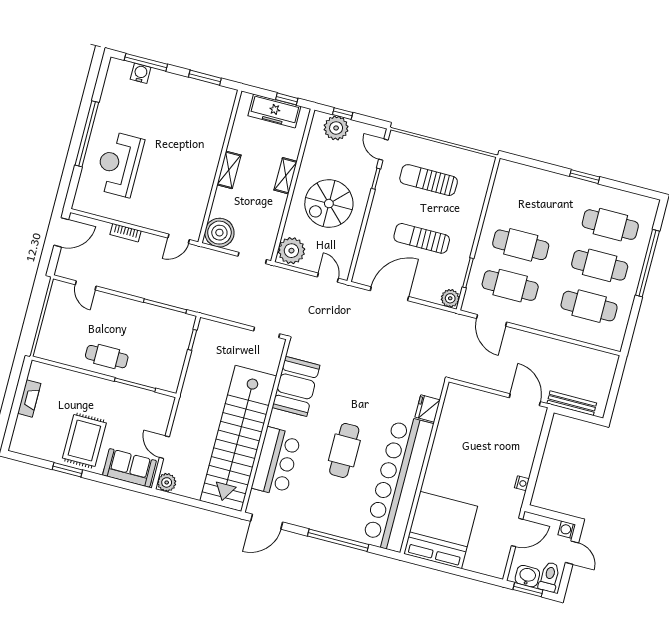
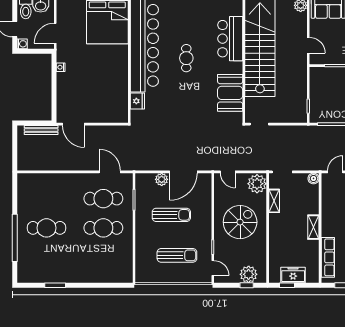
freezer: (274, 111) -> (293, 275), width x0.71
row of seats: (220, 123) -> (328, 257), added
shelving: (286, 176) -> (274, 201), moved
window: (585, 177) -> (55, 285), moved
cafe table: (610, 225) -> (46, 257), removed
boiler: (219, 233) -> (314, 178), width x0.54, depth x0.54
plant: (450, 298) -> (162, 179), moved
cafe table: (589, 306) -> (46, 199), removed
door: (164, 447) -> (308, 45), moved
cafe table: (344, 450) -> (186, 58), width x0.73, depth x0.74

